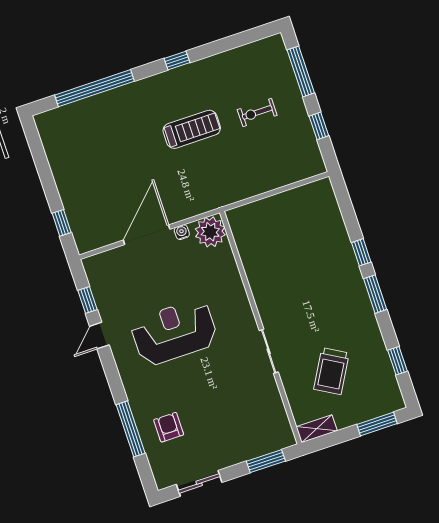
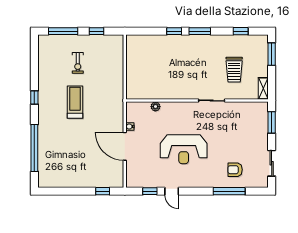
plant: (210, 232) -> (155, 107), moved, width x0.53, depth x0.53
reception desk: (174, 332) -> (184, 149), turned -90
trolley: (331, 371) -> (234, 70), turned 60

